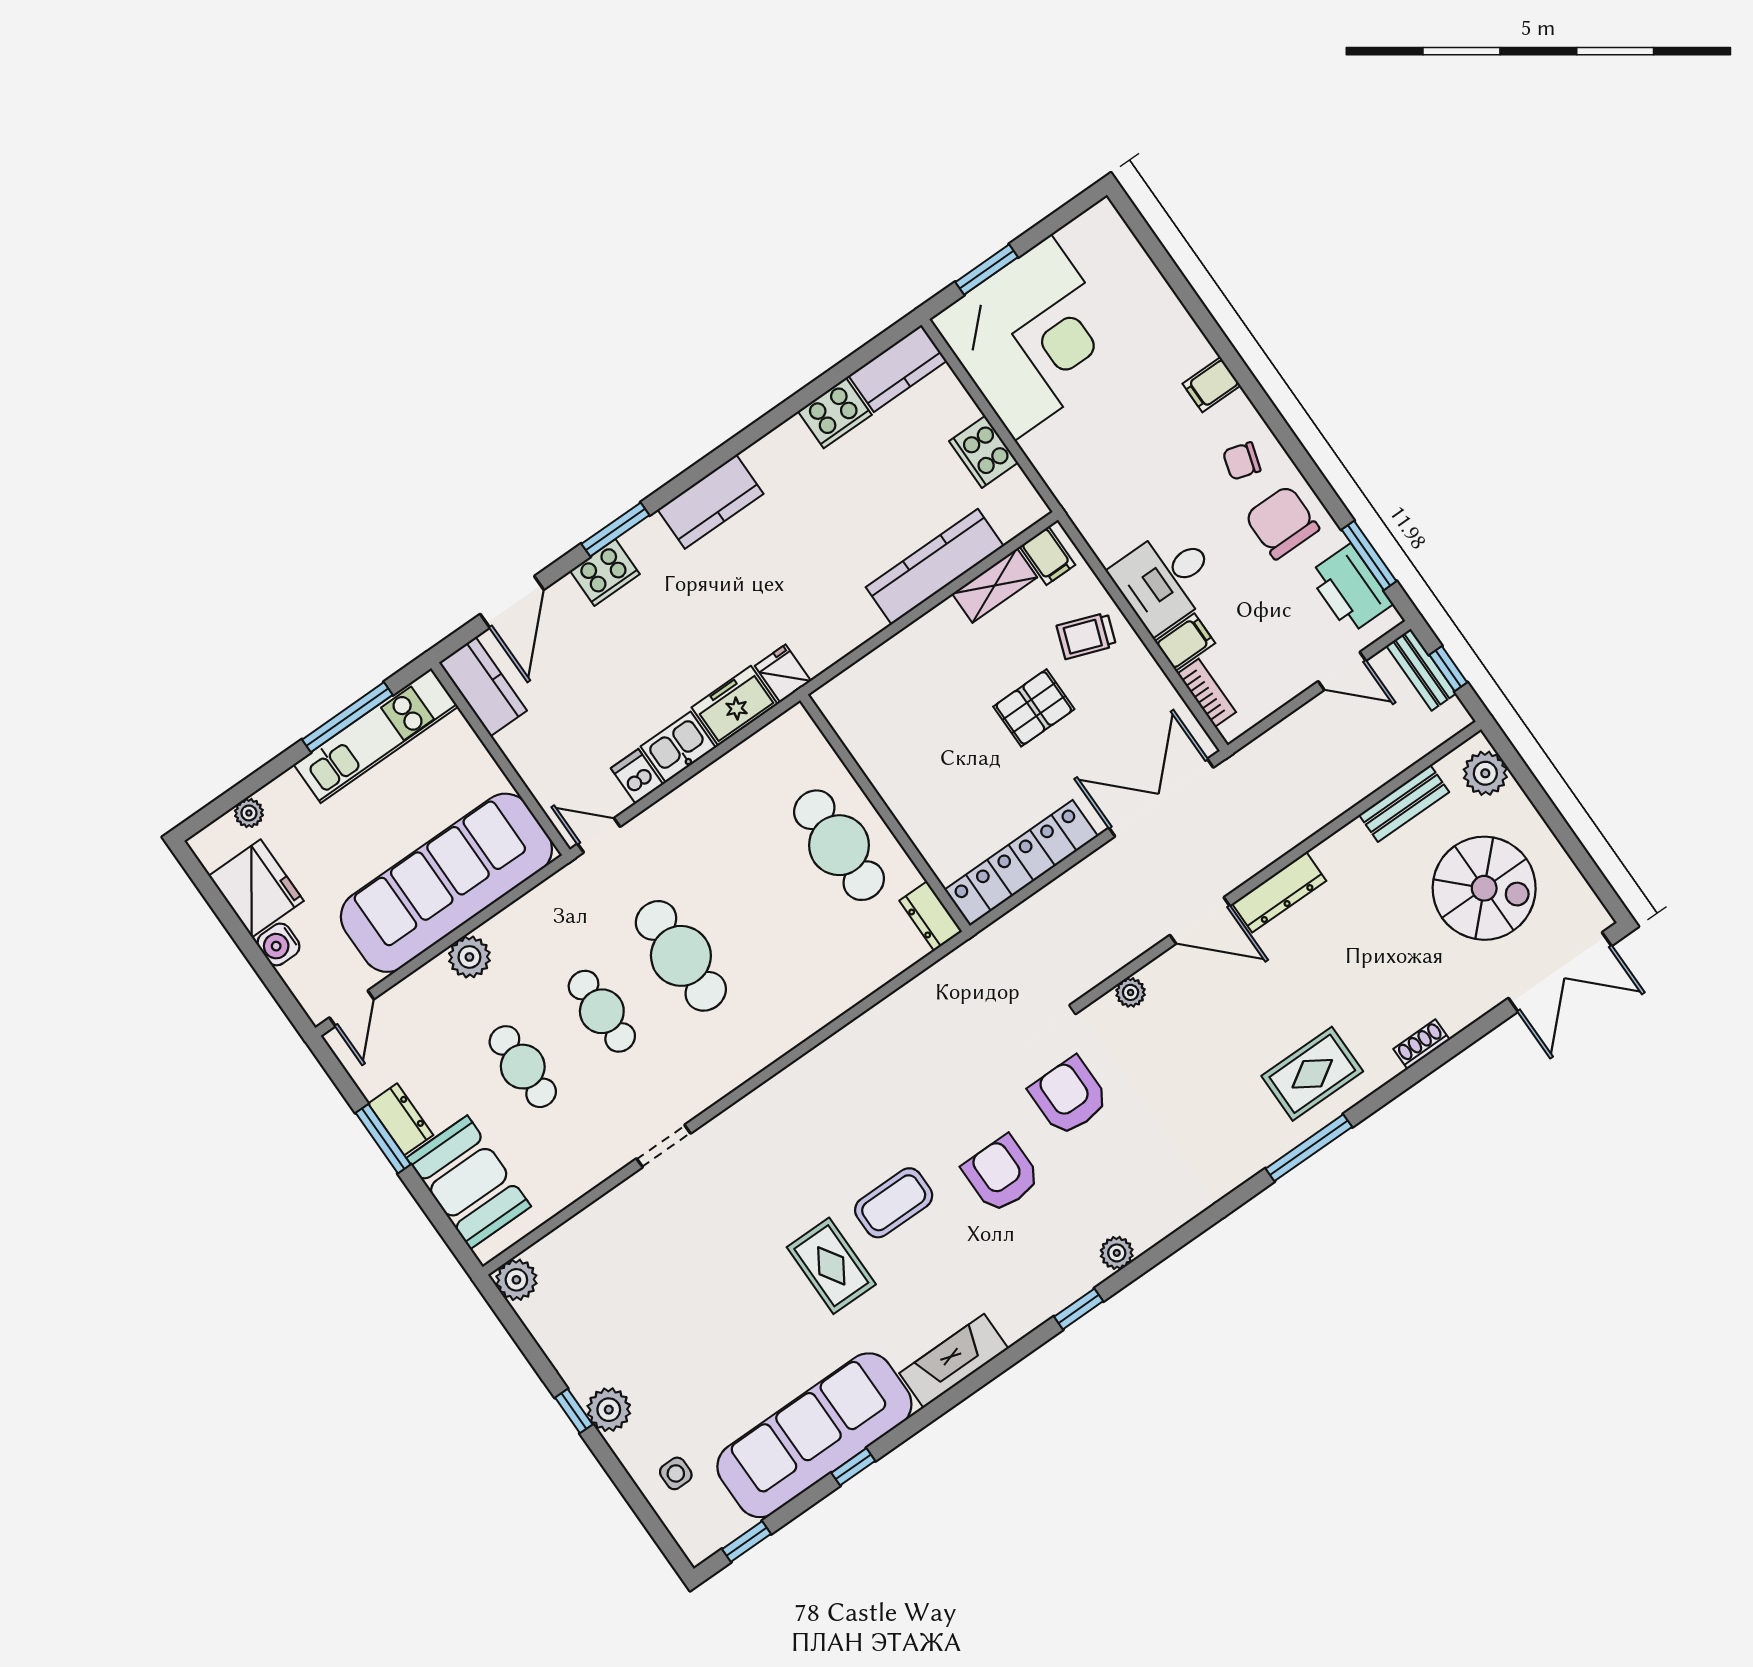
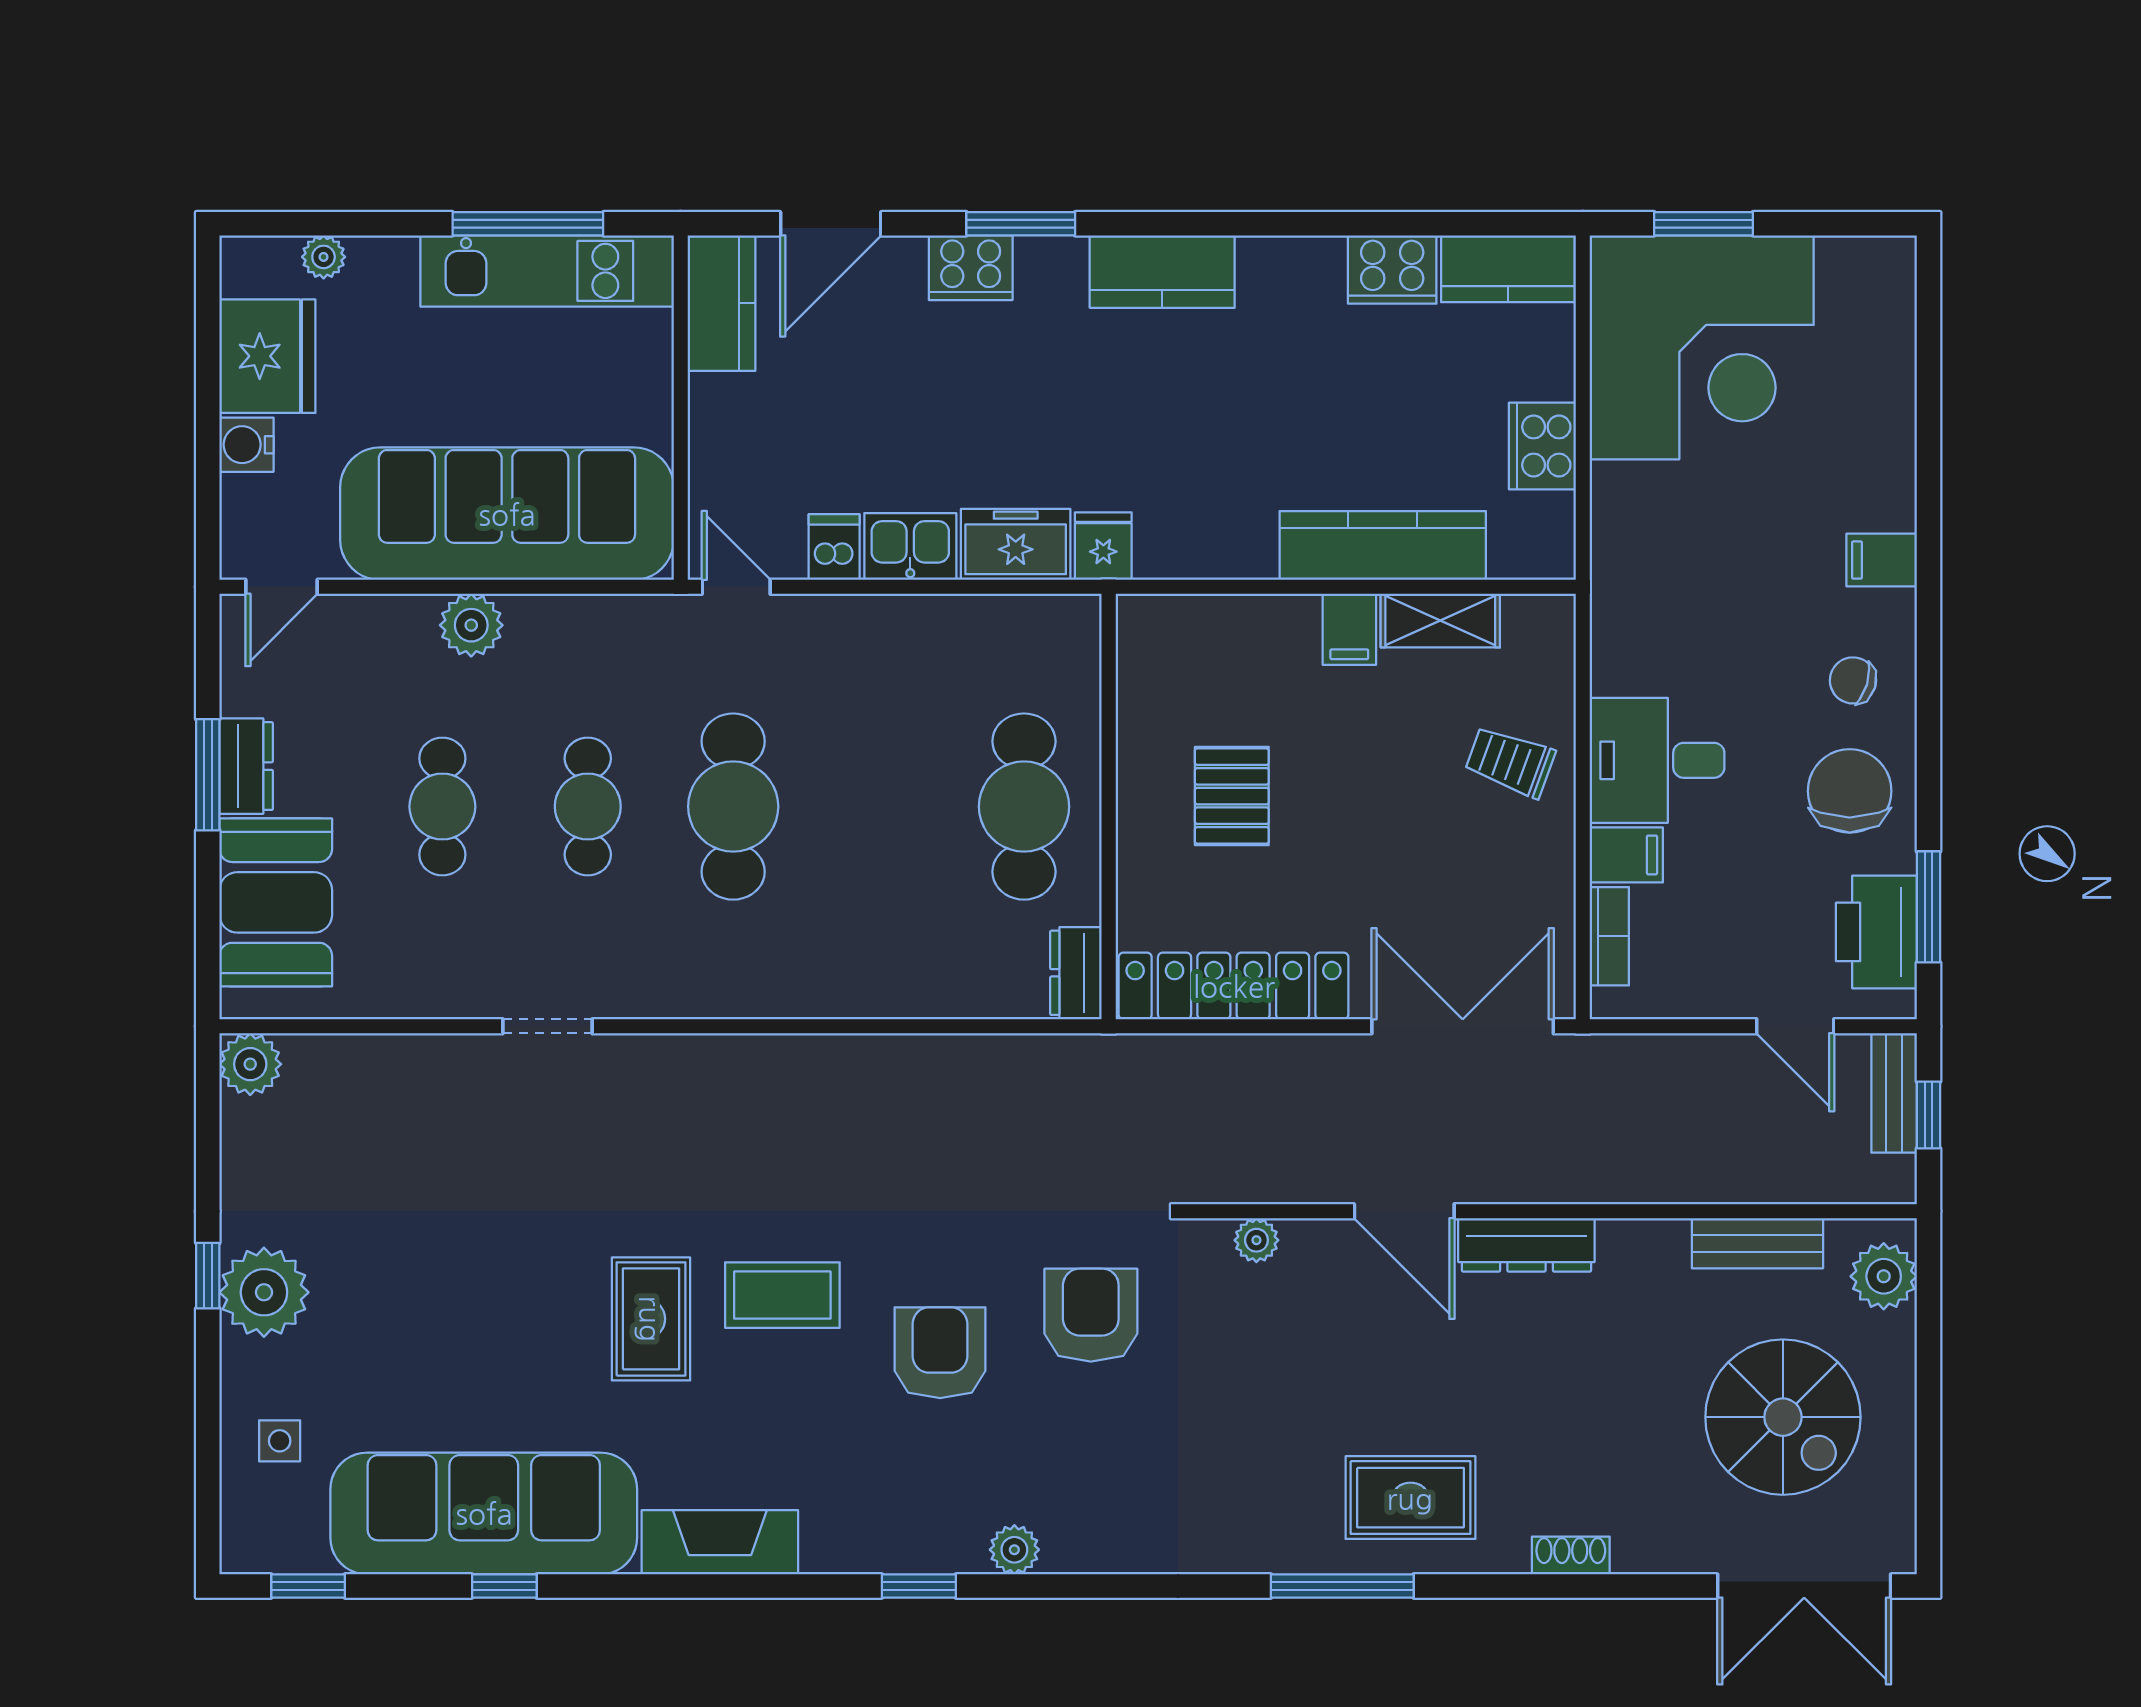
filing cabinet: (1047, 556) -> (1349, 629), moved
pallet: (1034, 708) -> (1232, 796), moved, turned 90
plant: (609, 1410) -> (264, 1292), width x1.36, depth x1.36

